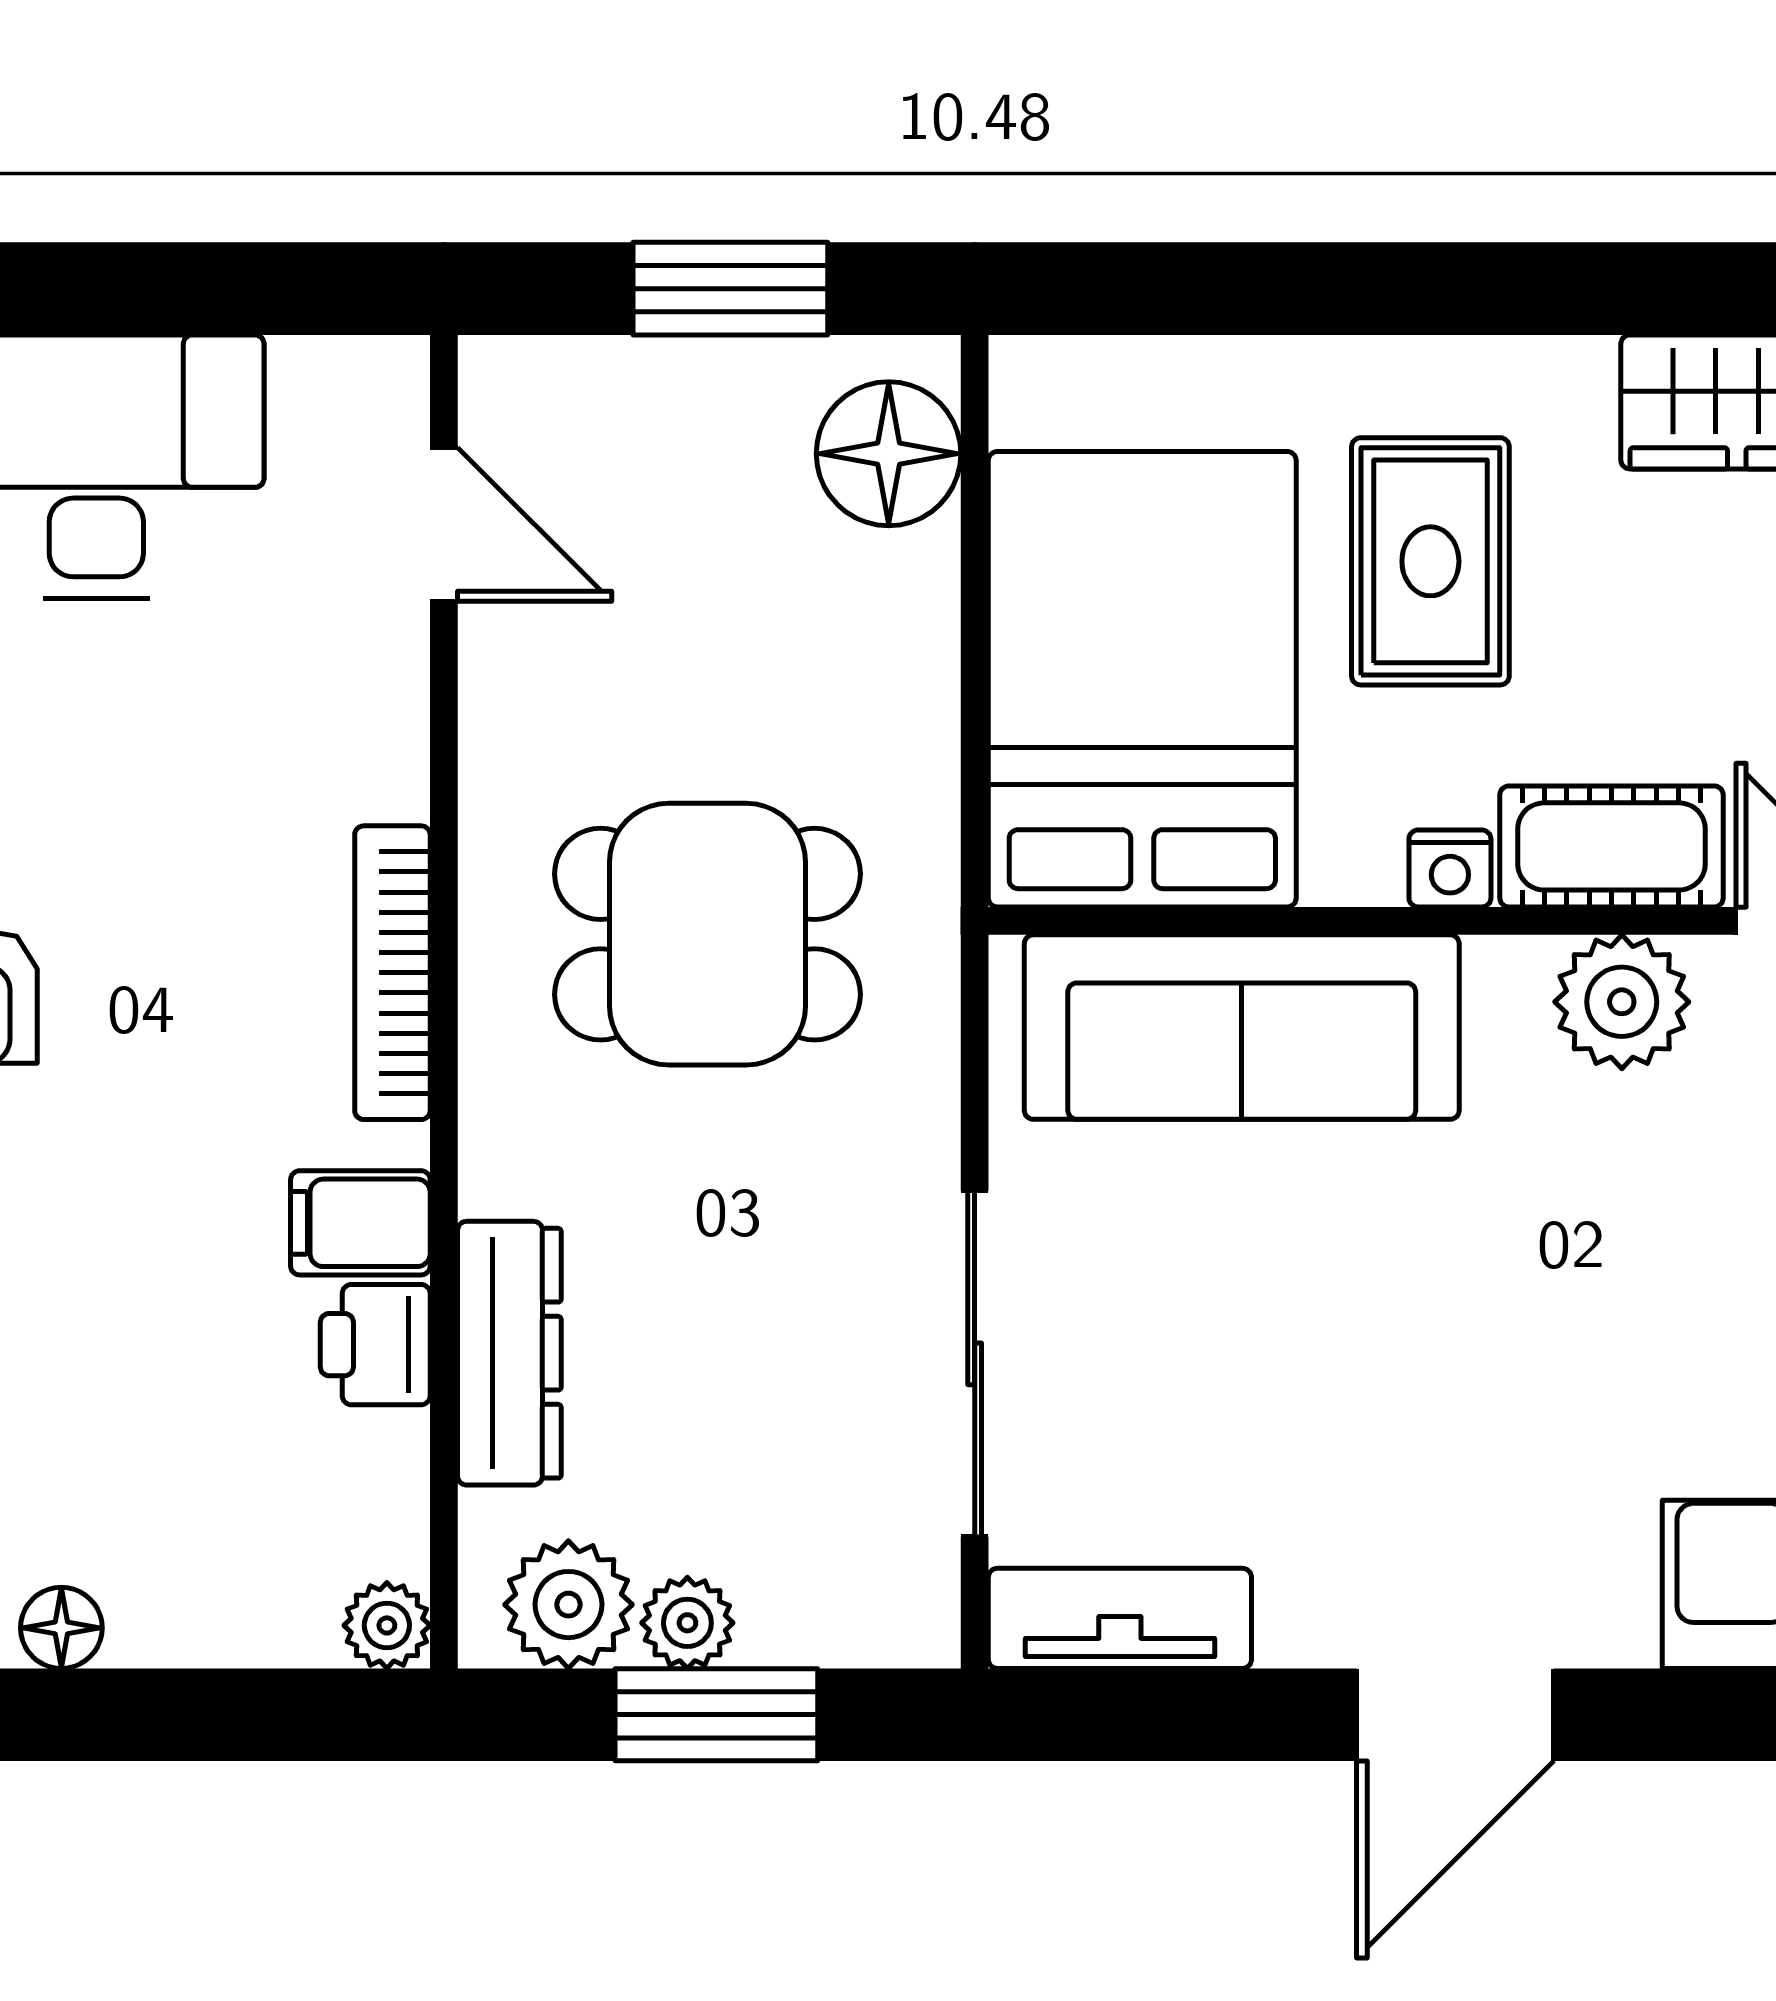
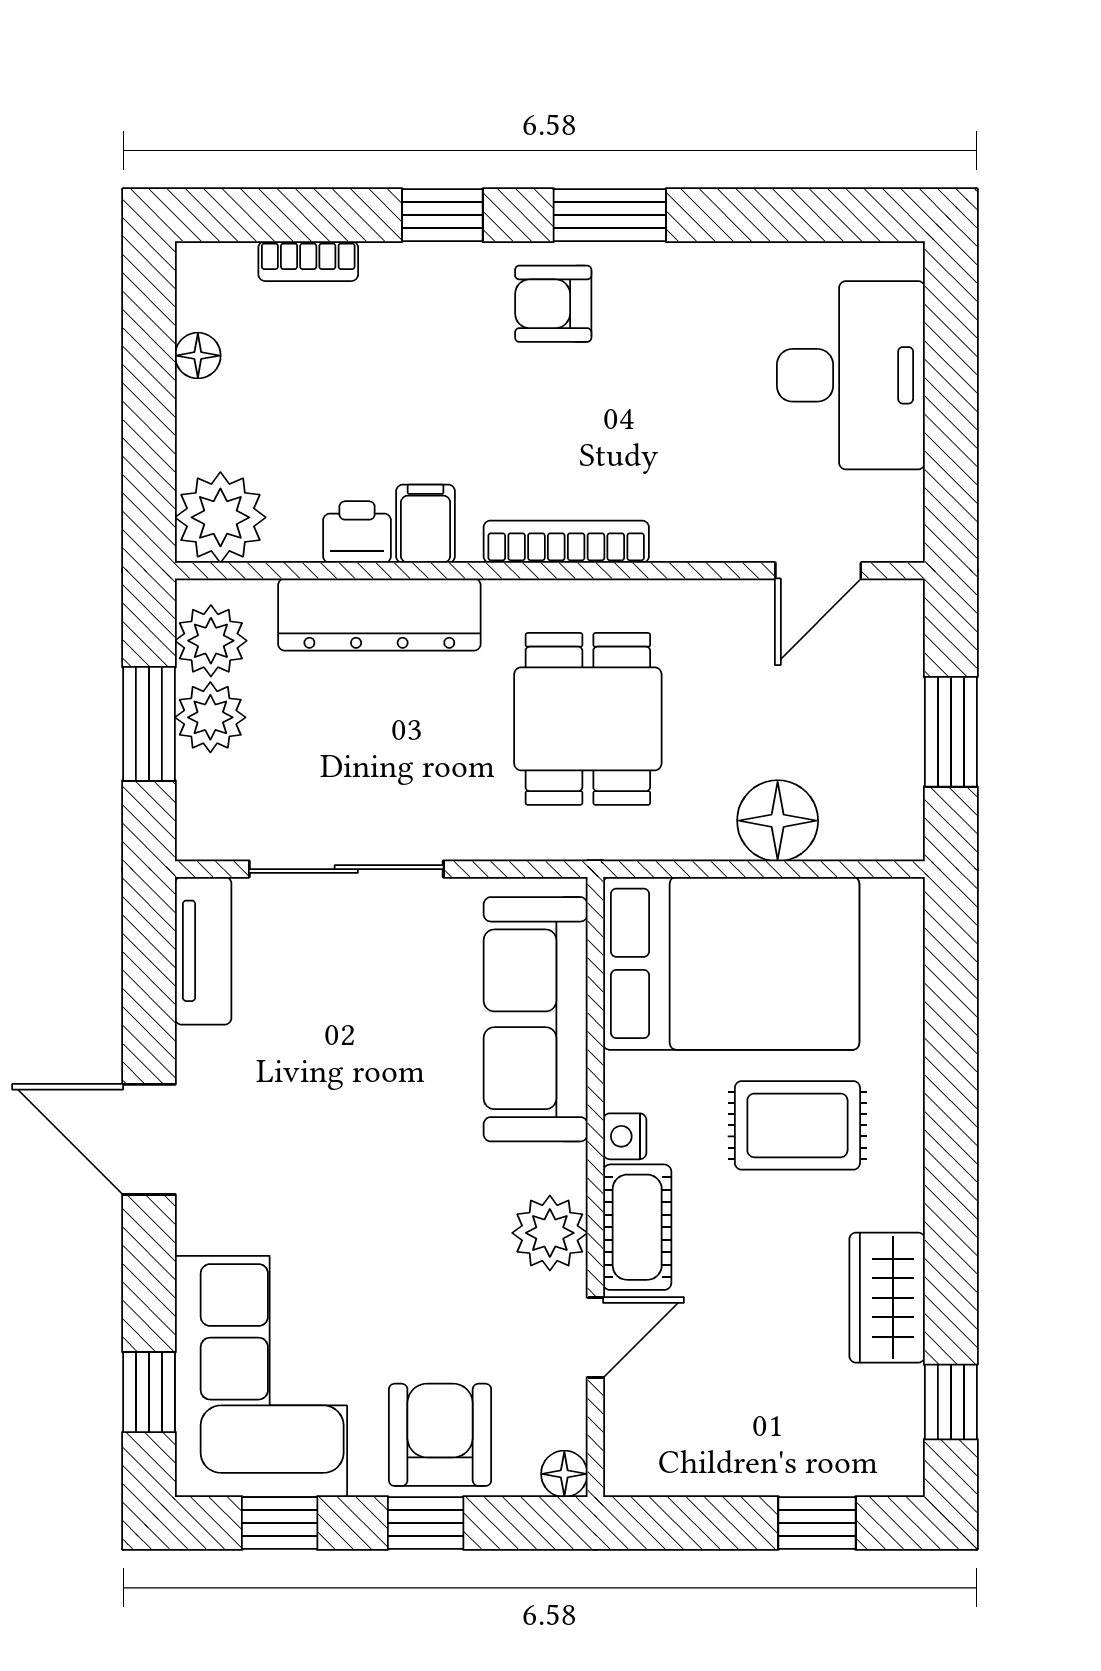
floor lamp: (889, 454) -> (778, 821), moved
dresser: (509, 1353) -> (379, 615), width x1.37, depth x1.24
plant: (687, 1623) -> (210, 717), width x1.38, depth x1.38
plant: (387, 1625) -> (220, 517), width x1.88, depth x1.88

